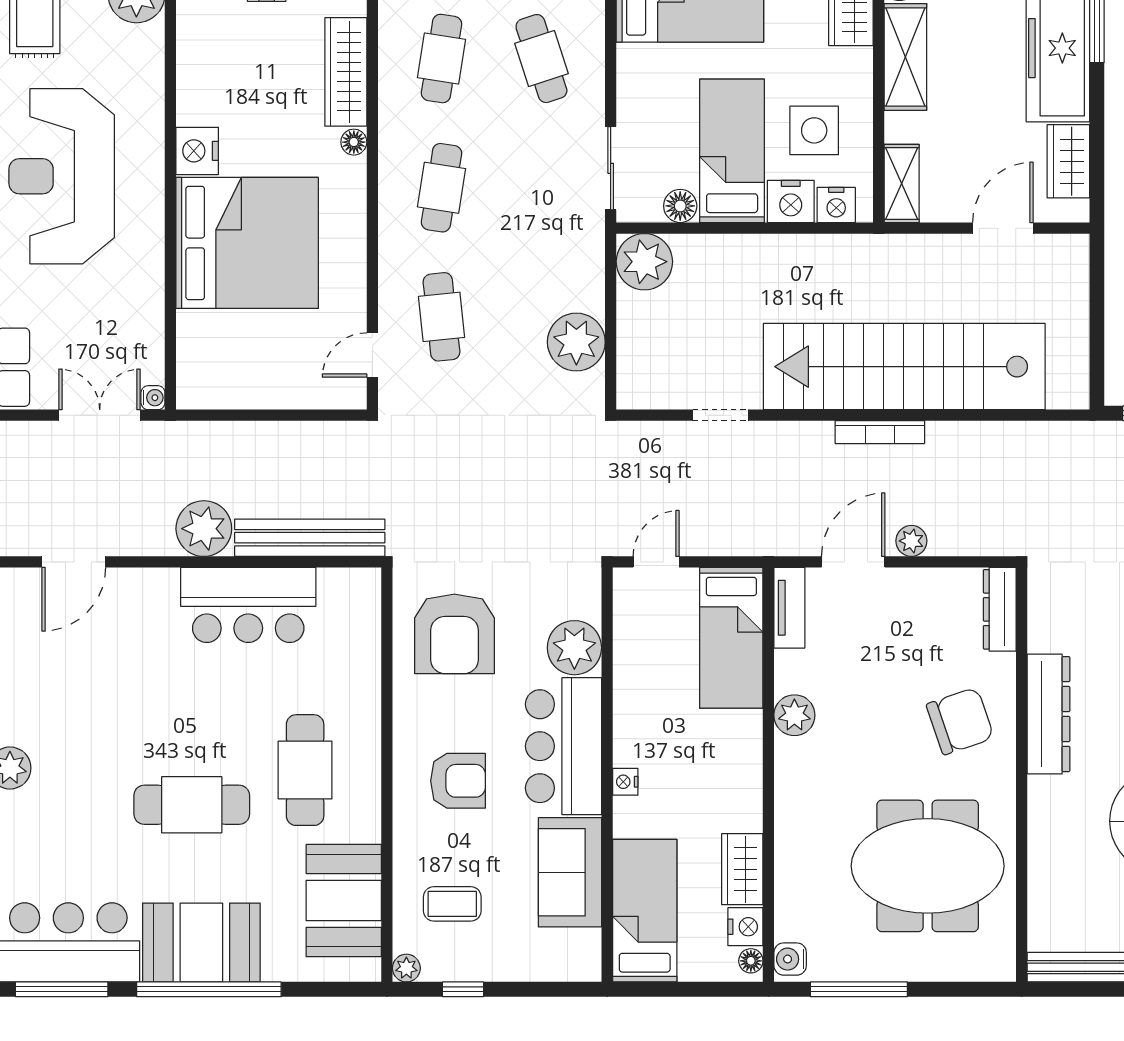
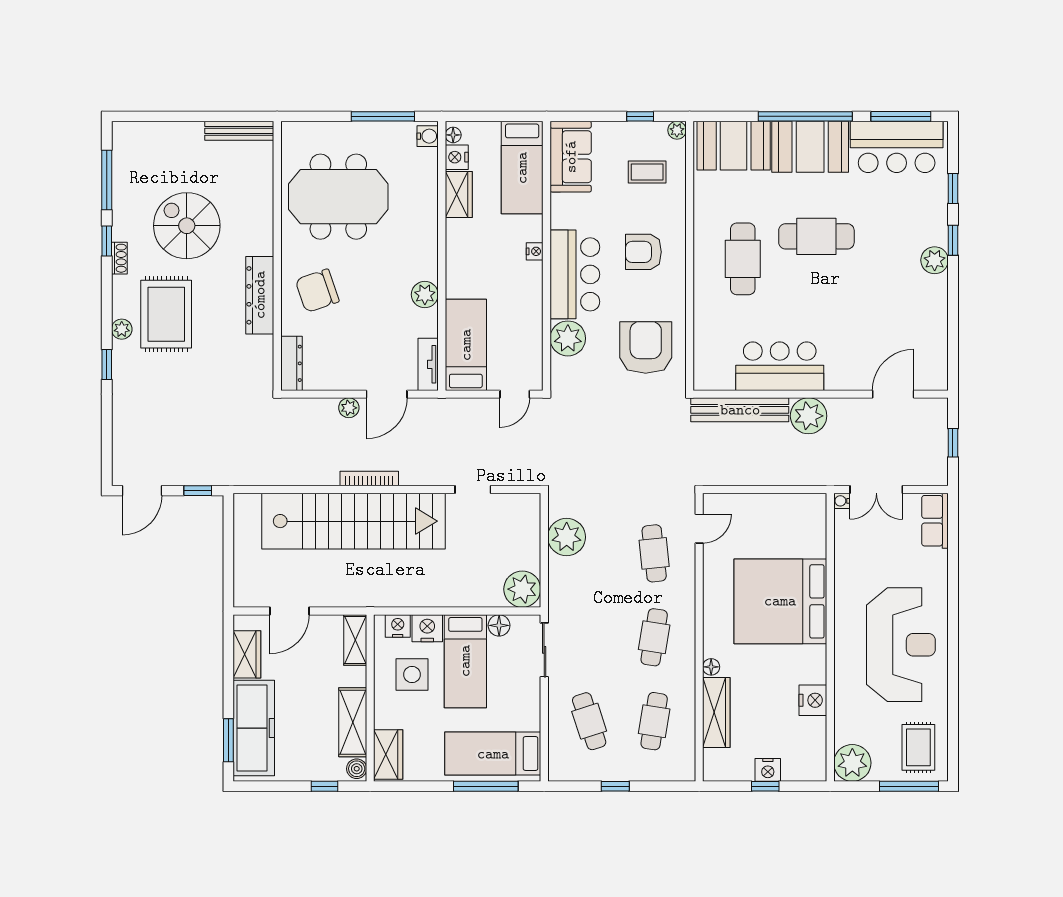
nightstand: (197, 151) -> (813, 700), moved
sofa: (570, 872) -> (571, 157), moved
booth: (344, 901) -> (734, 146), moved, turned 90

